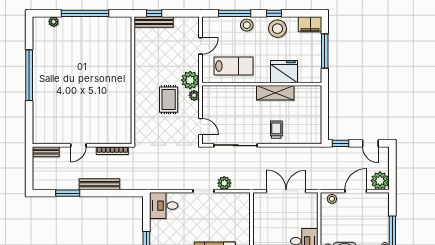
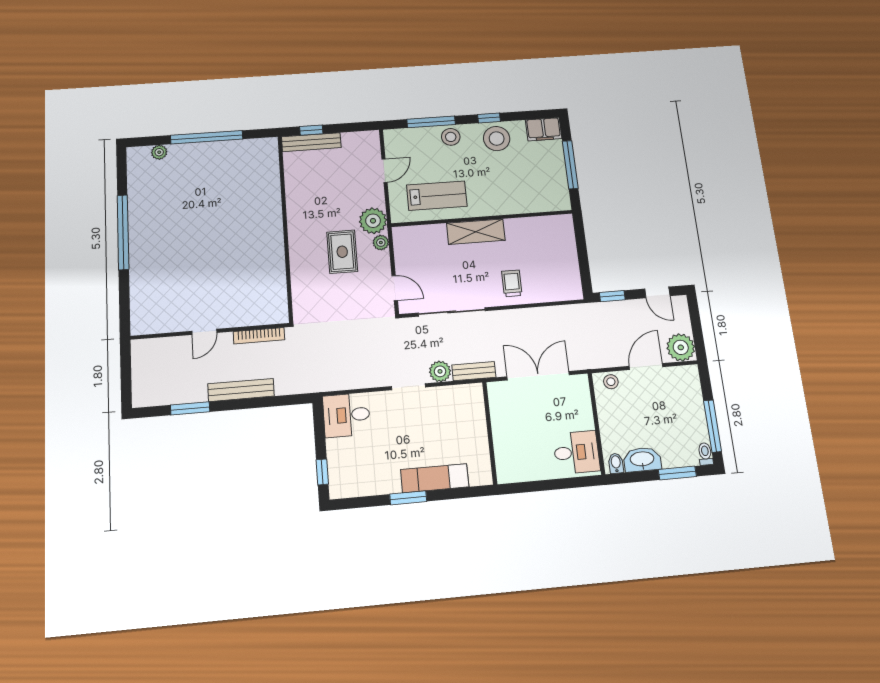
fridge: (284, 72) -> (513, 198), removed
shelving: (275, 93) -> (476, 232), moved
bench: (46, 152) -> (474, 371), moved

